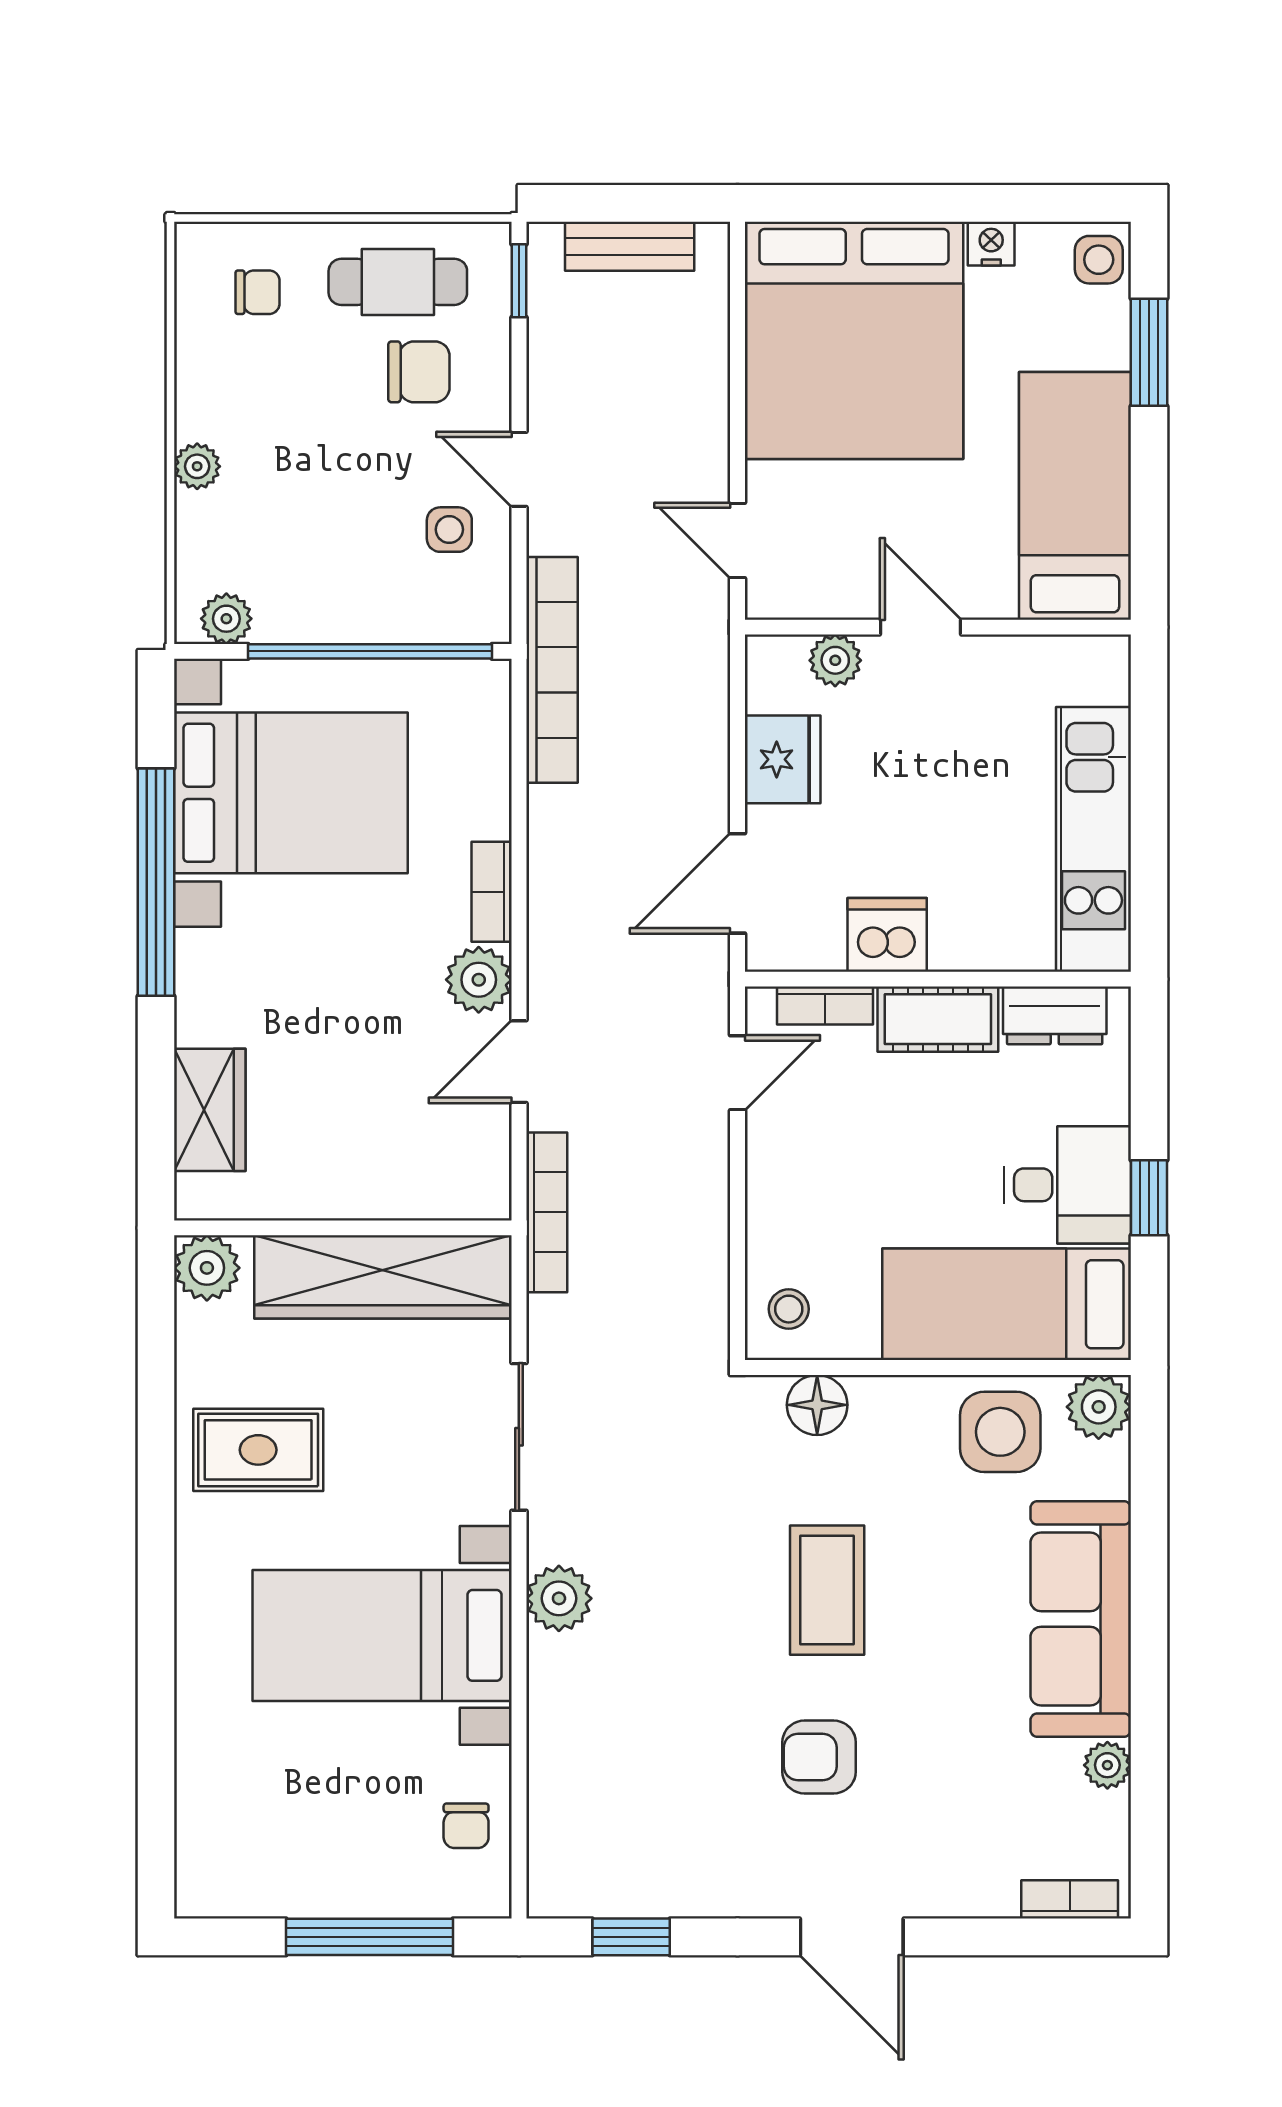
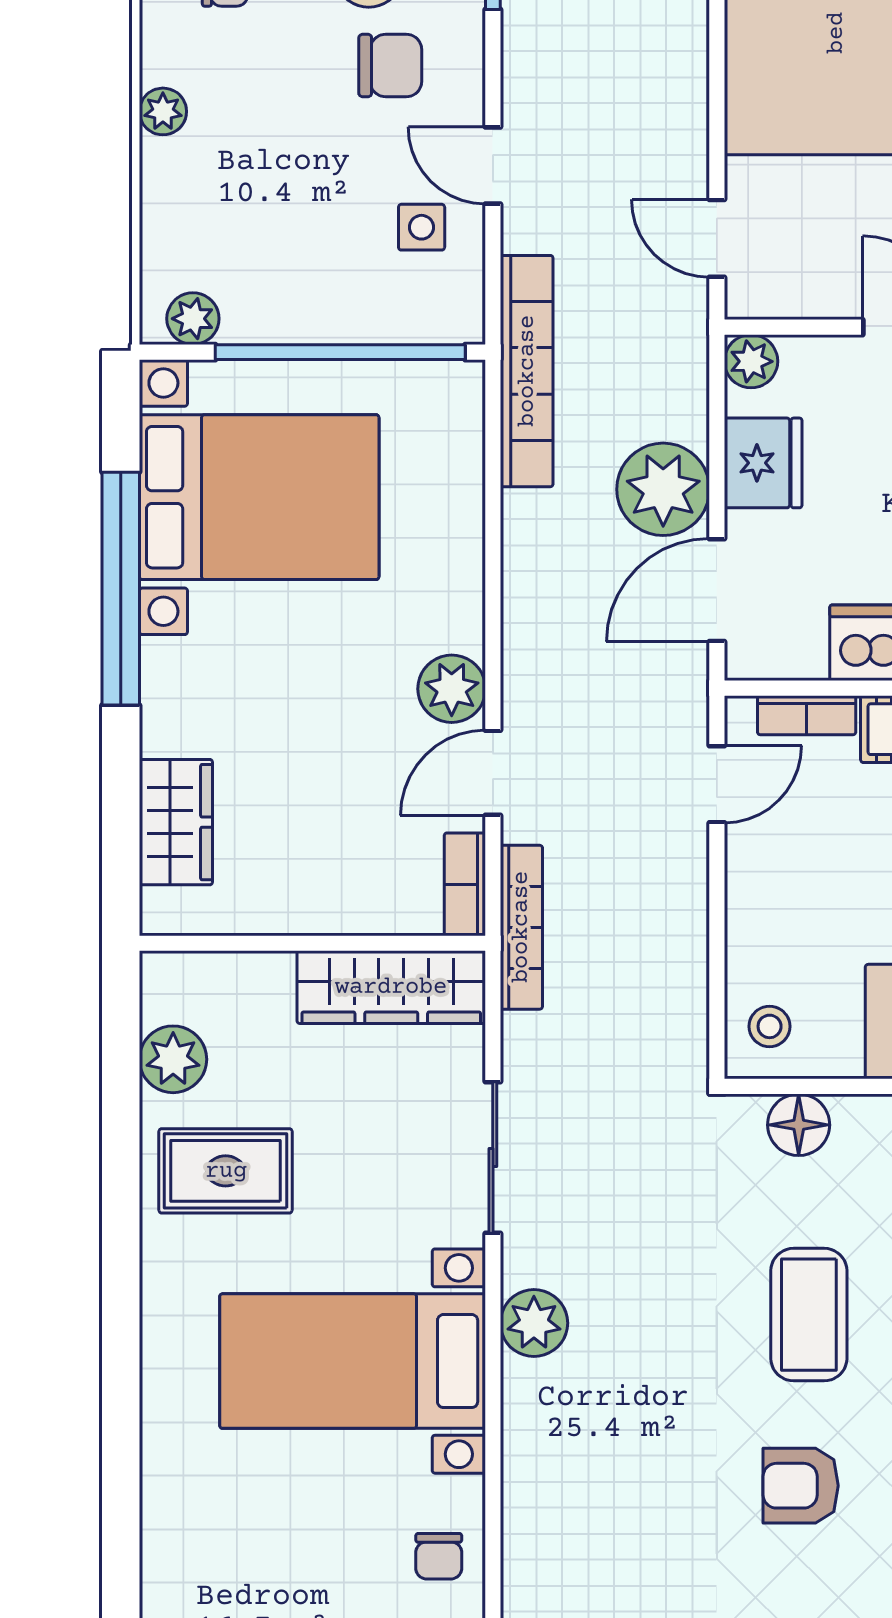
plant: (197, 466) -> (163, 111), moved
plant: (835, 660) -> (751, 361), moved
plant: (685, 785) -> (663, 489), added
bookcase: (492, 892) -> (465, 884), moved
plant: (207, 1268) -> (173, 1059), moved
wardrobe: (383, 1277) -> (391, 987), width x0.71, depth x0.85

